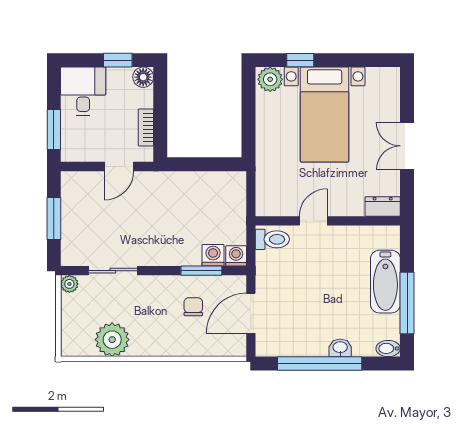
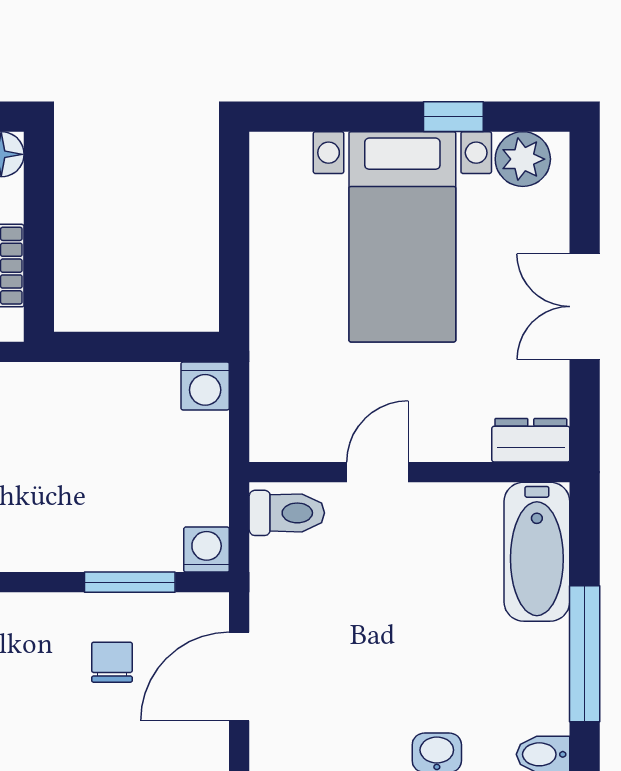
window: (300, 60) -> (453, 117), moved
plant: (270, 79) -> (523, 159), moved
washing machine: (213, 255) -> (205, 386), moved, turned 180
bathtub: (385, 282) -> (537, 552), moved

